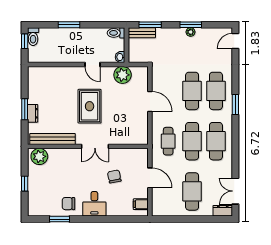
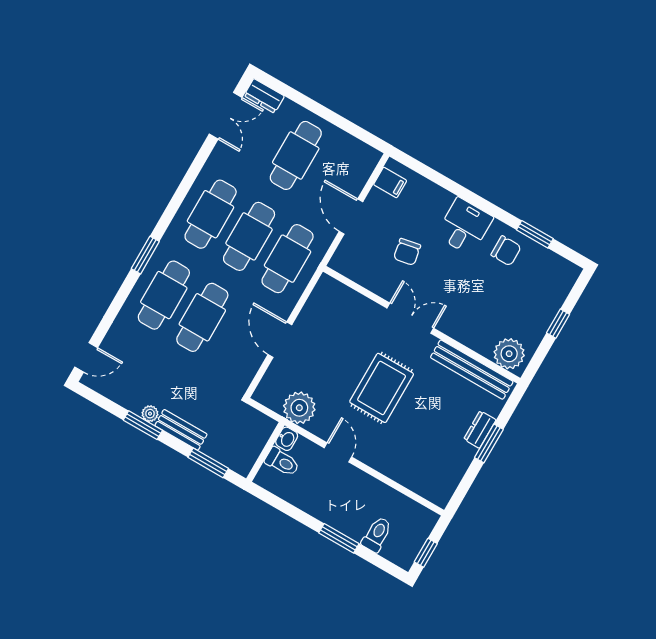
toilet: (116, 33) -> (282, 462), moved
bench: (142, 33) -> (181, 430), moved
toilet: (33, 37) -> (377, 535), moved
cafe table: (168, 141) -> (288, 259), width x1.37, depth x1.35

